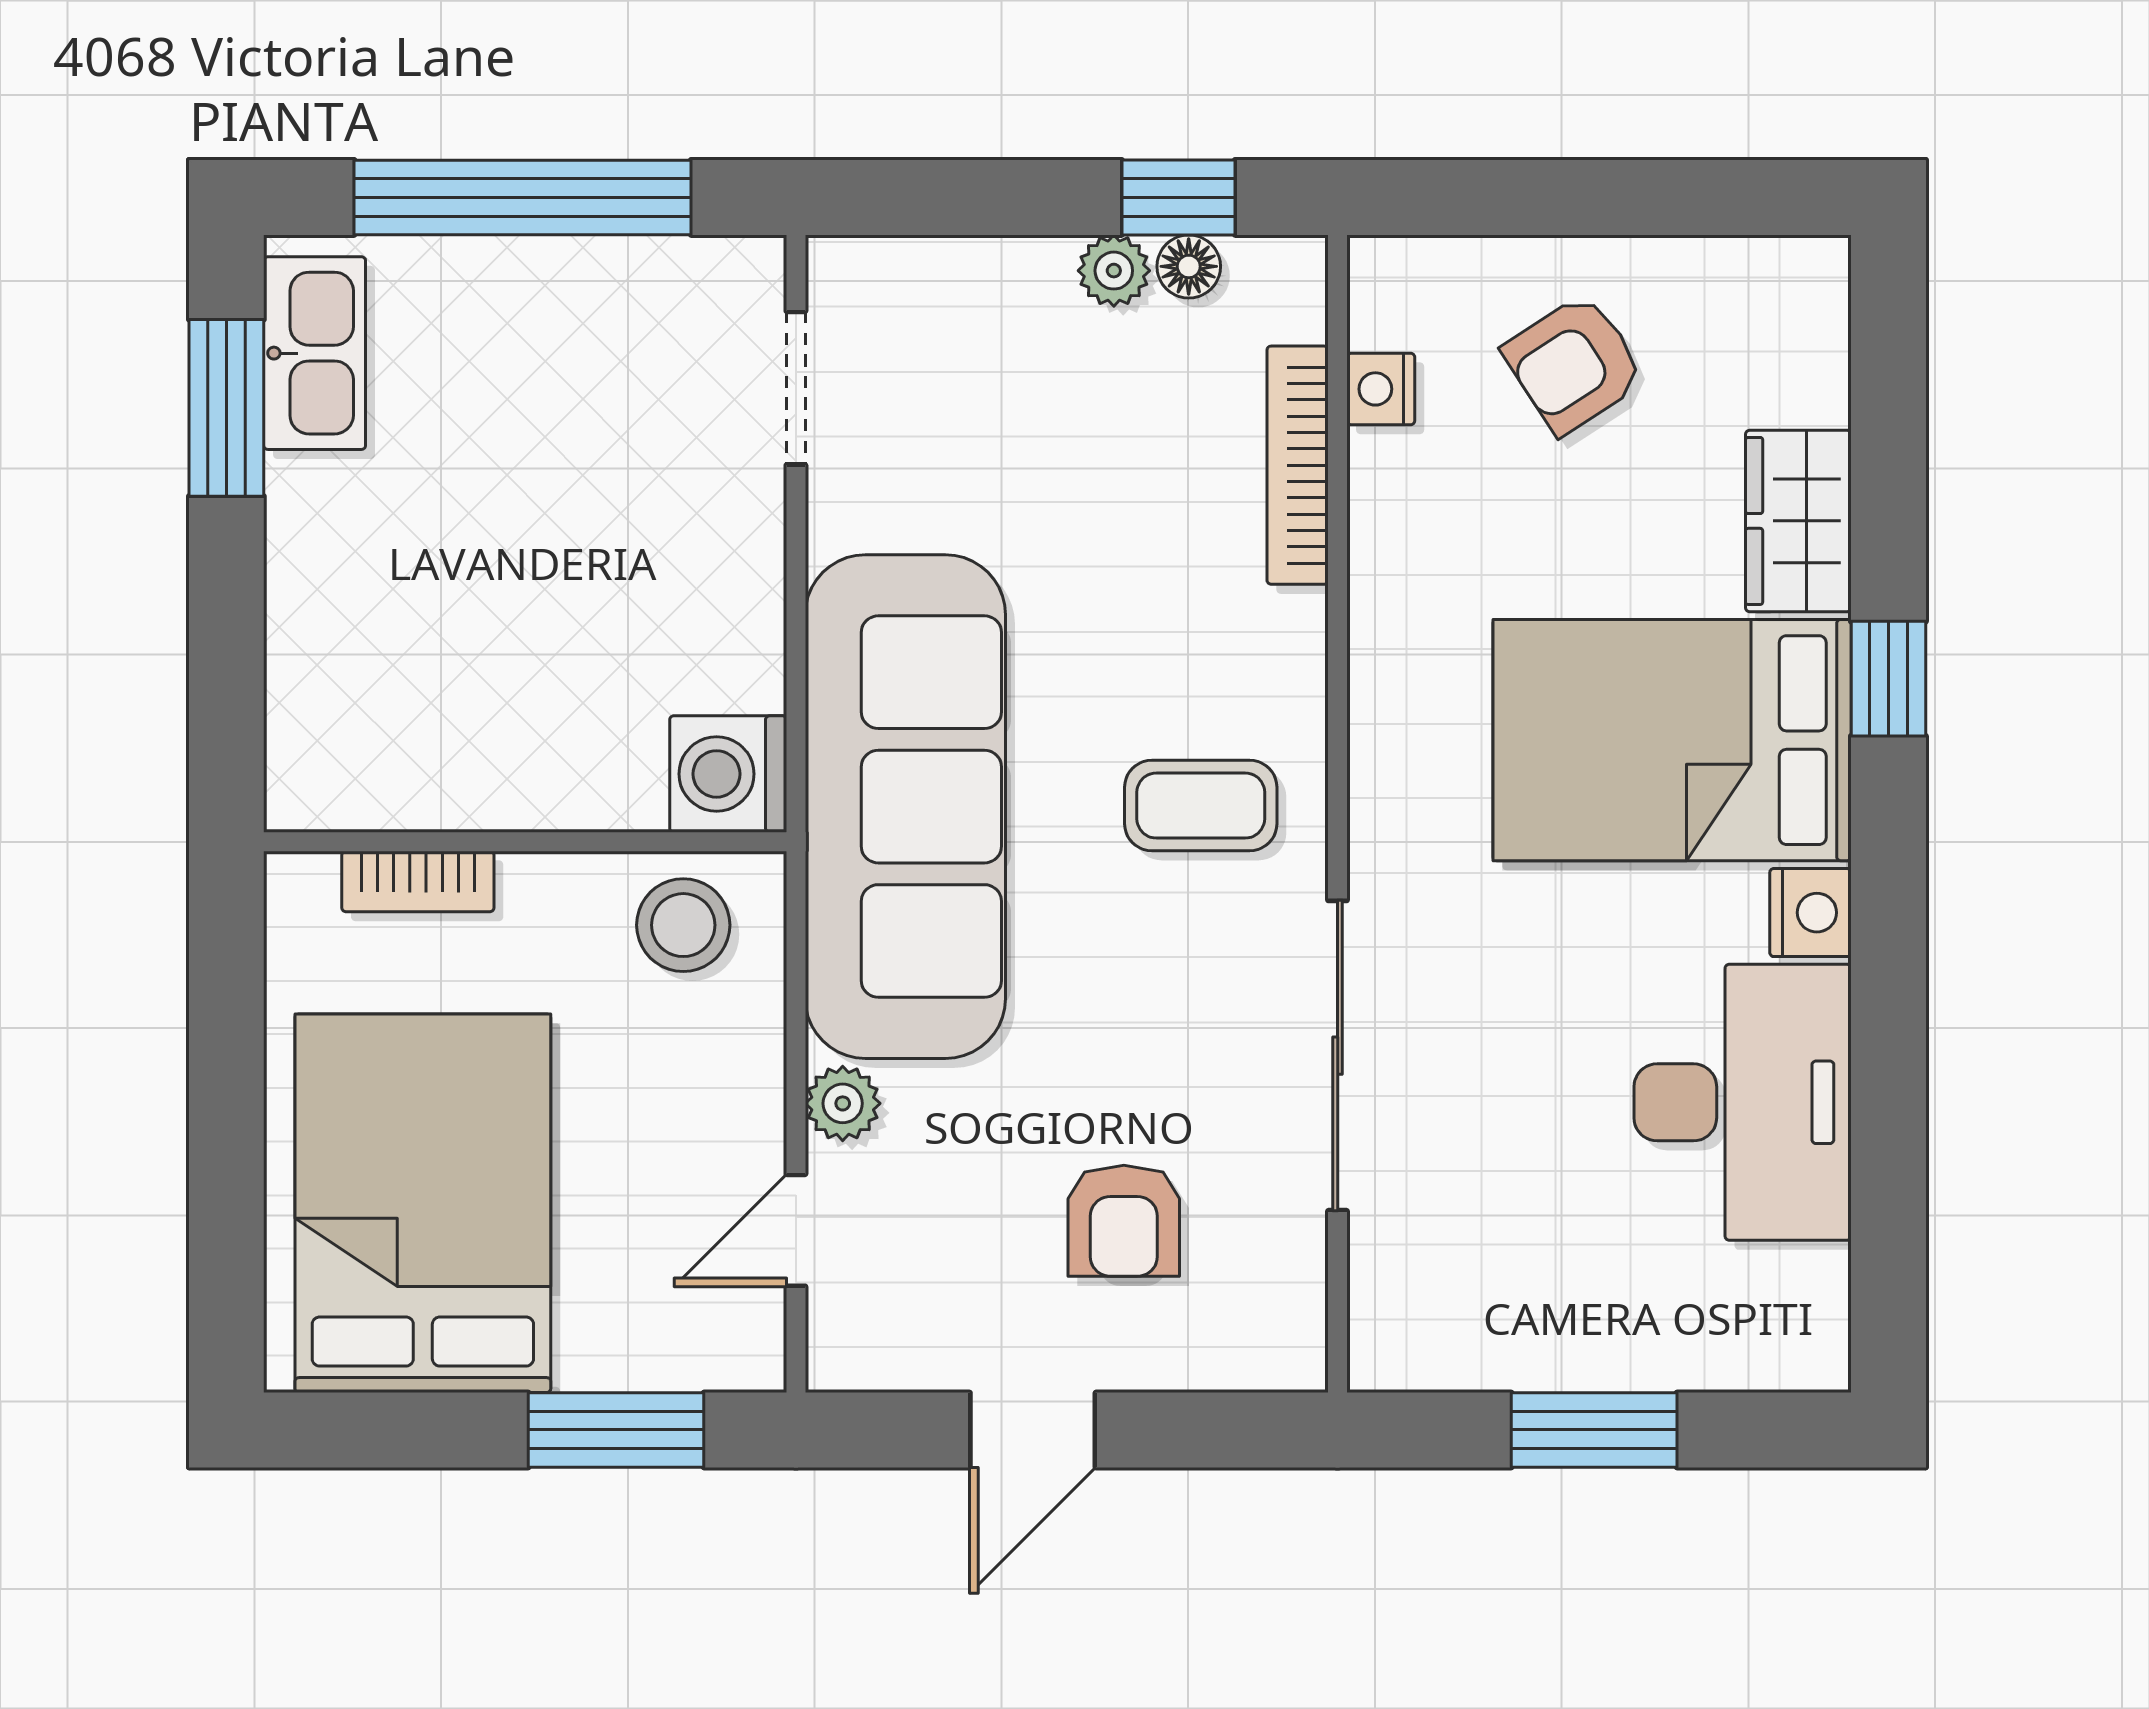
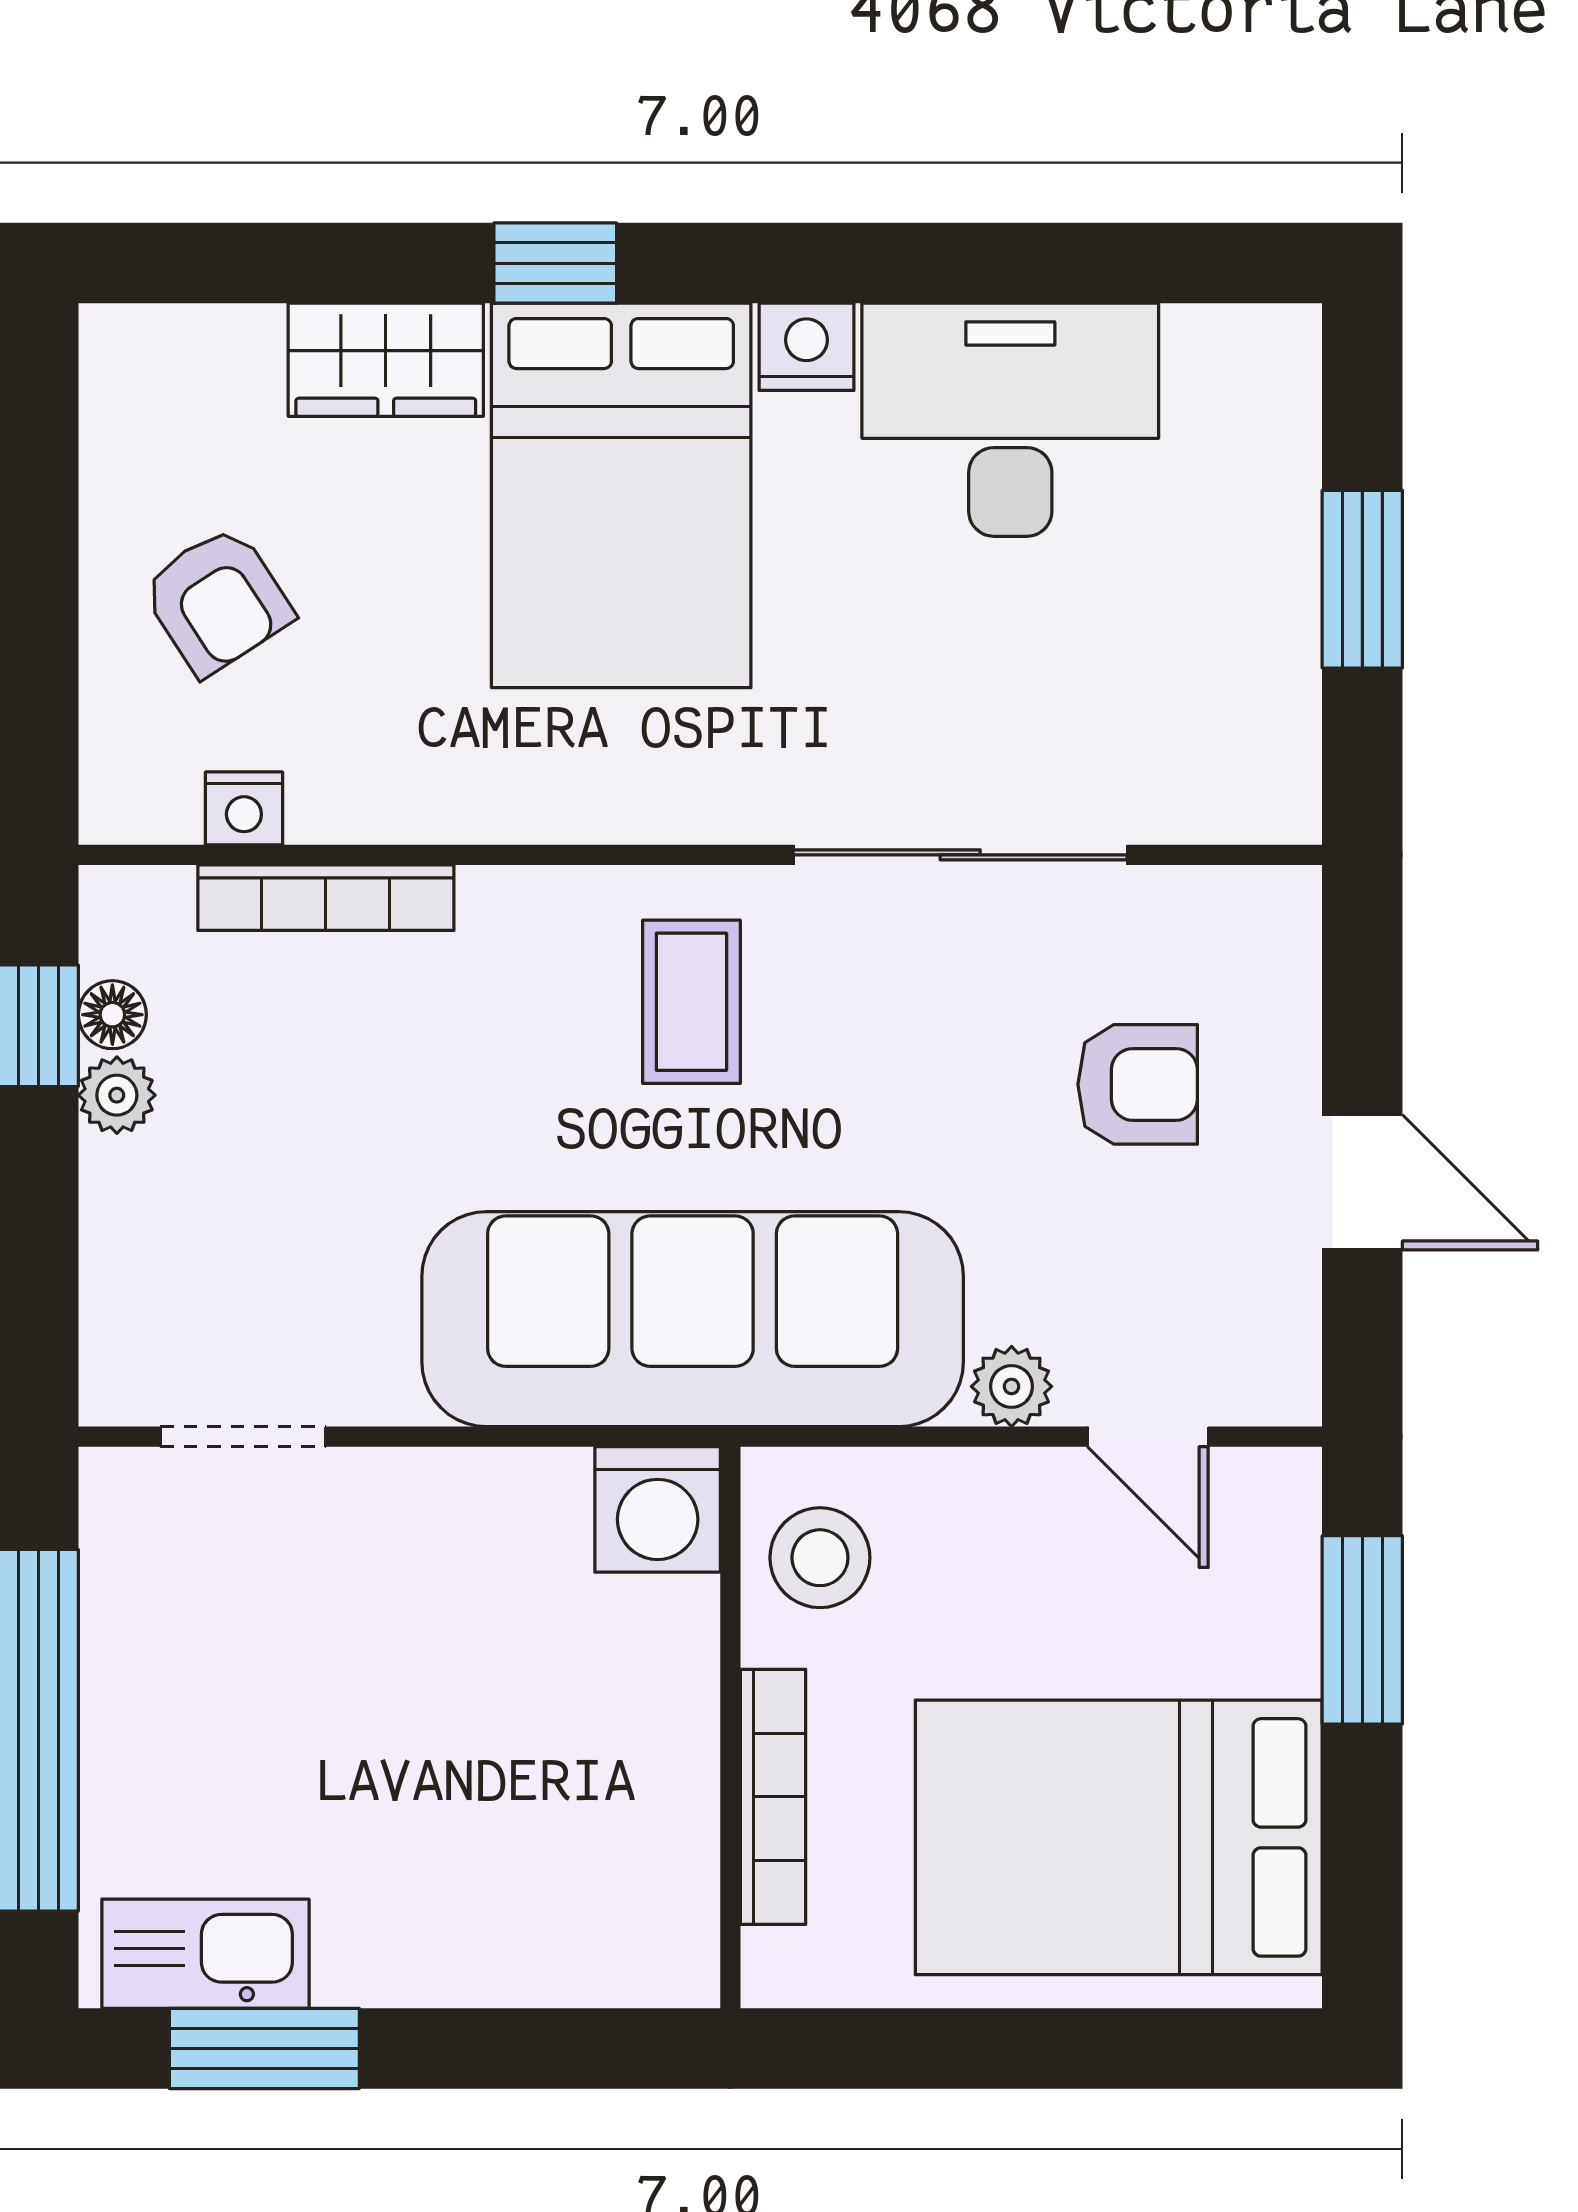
bookcase: (418, 881) -> (773, 1797), width x1.56

